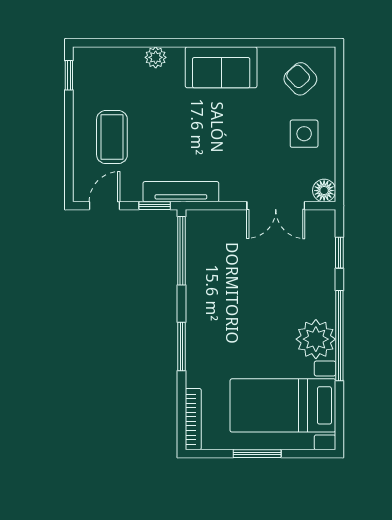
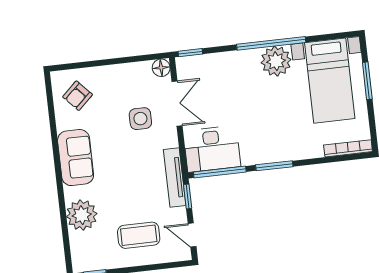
plant: (156, 57) -> (82, 215), width x1.88, depth x1.88
side table: (304, 134) -> (140, 119), moved
desk: (212, 244) -> (212, 149), added
window: (339, 253) -> (190, 53), moved
window: (181, 346) -> (274, 166), moved
window: (257, 454) -> (367, 81), moved

